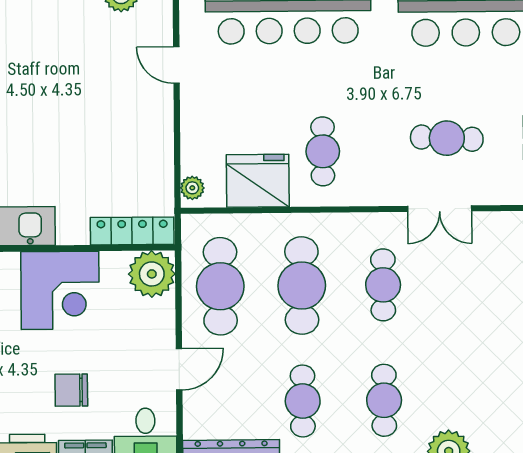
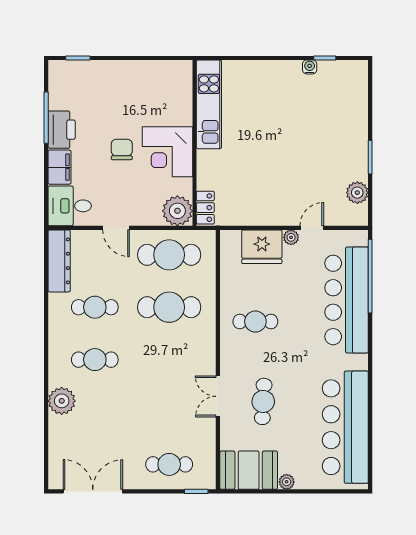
fridge: (258, 181) -> (262, 247), moved, turned 90
plant: (192, 188) -> (291, 237), moved
locker: (132, 231) -> (205, 208), width x0.66
cafe table: (383, 285) -> (169, 360), removed
chair: (71, 390) -> (122, 149), moved

